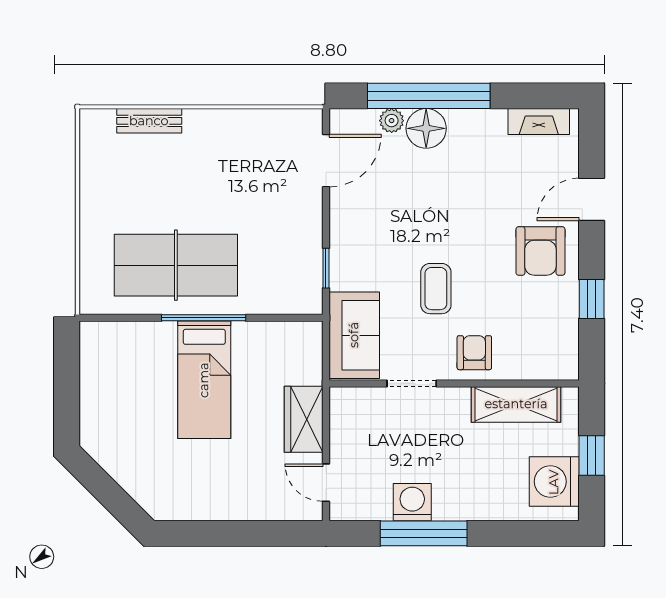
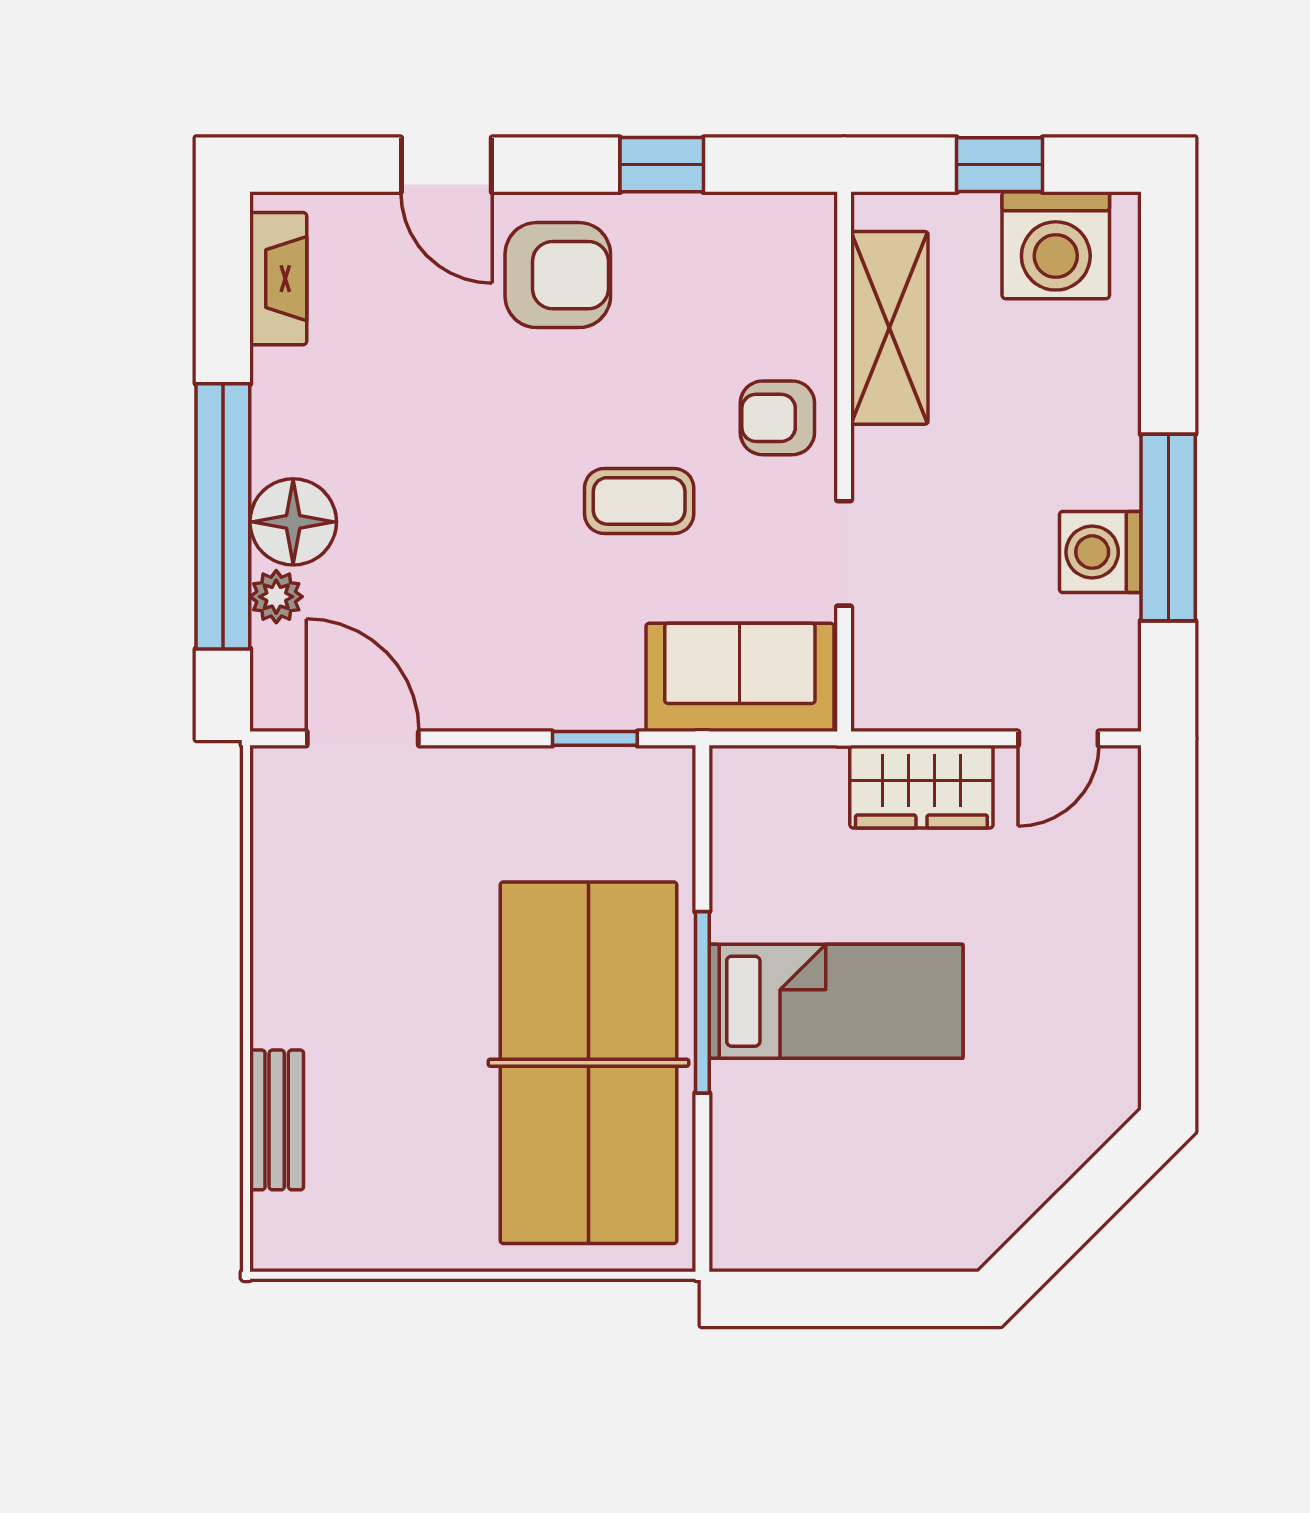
table tennis table: (176, 265) -> (589, 1063), width x1.36, depth x1.32

